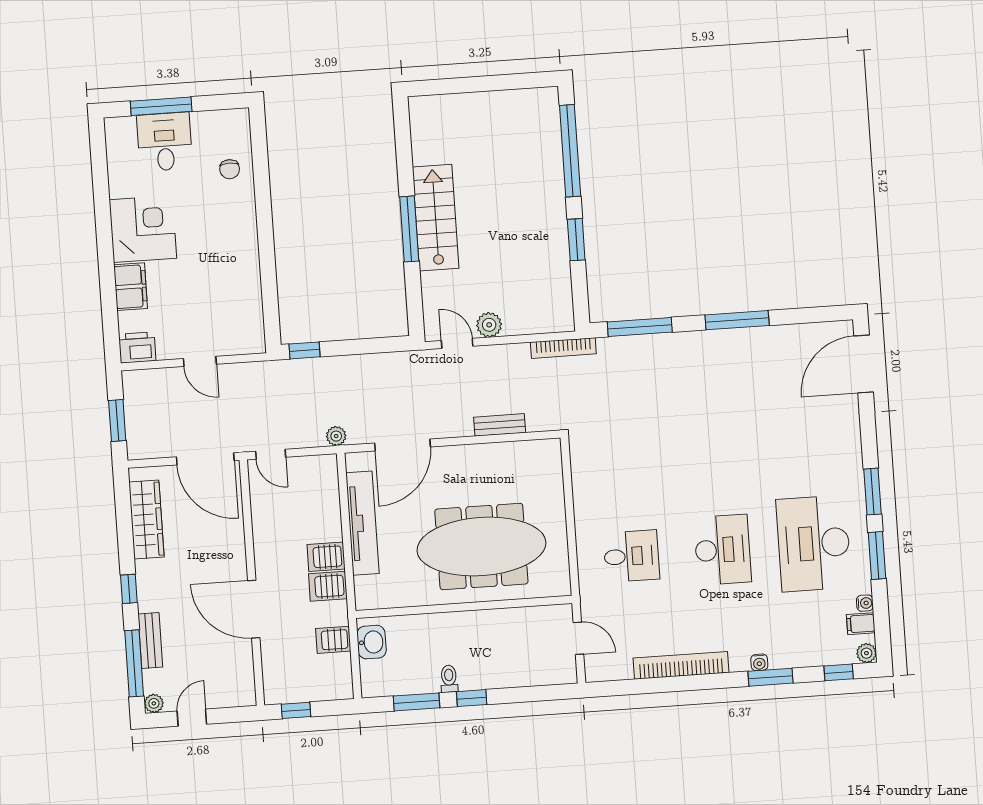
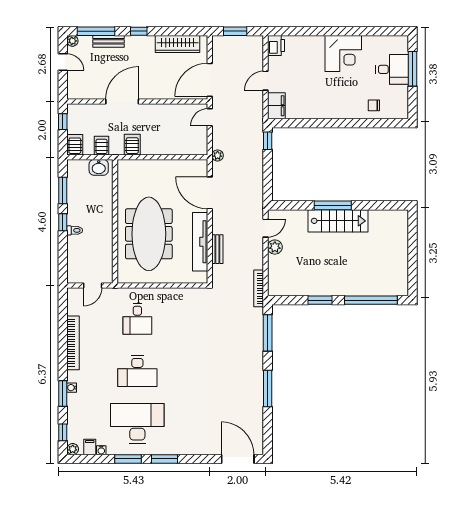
filing cabinet: (131, 287) -> (276, 106), moved, turned -90
tv unit: (362, 523) -> (200, 242), moved, turned 90
server rack: (326, 557) -> (75, 145), moved
toilet: (449, 679) -> (75, 230), moved

